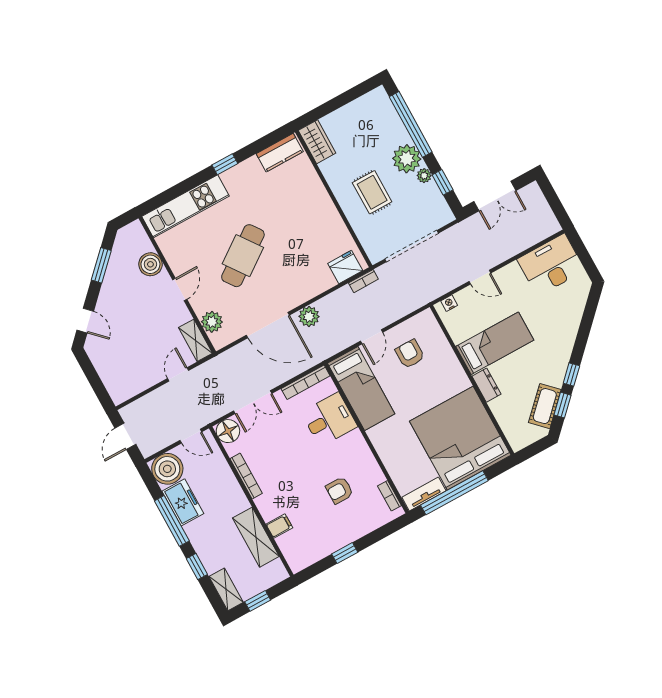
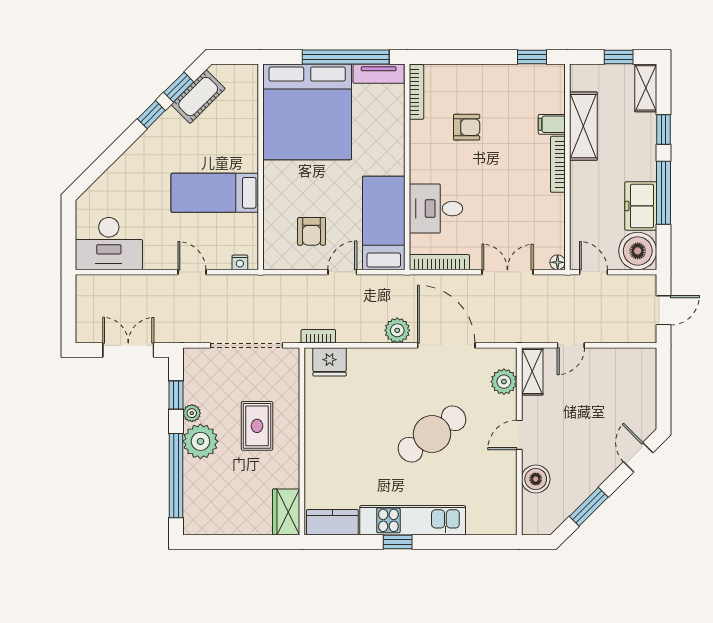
kitchen unit: (186, 206) -> (413, 520), moved
dresser: (487, 385) -> (248, 153), removed
floor lamp: (228, 431) -> (558, 262), width x0.53, depth x0.53
bookcase: (246, 476) -> (558, 164), moved
bookcase: (389, 496) -> (416, 92), width x1.56
window: (345, 553) -> (532, 57), moved

